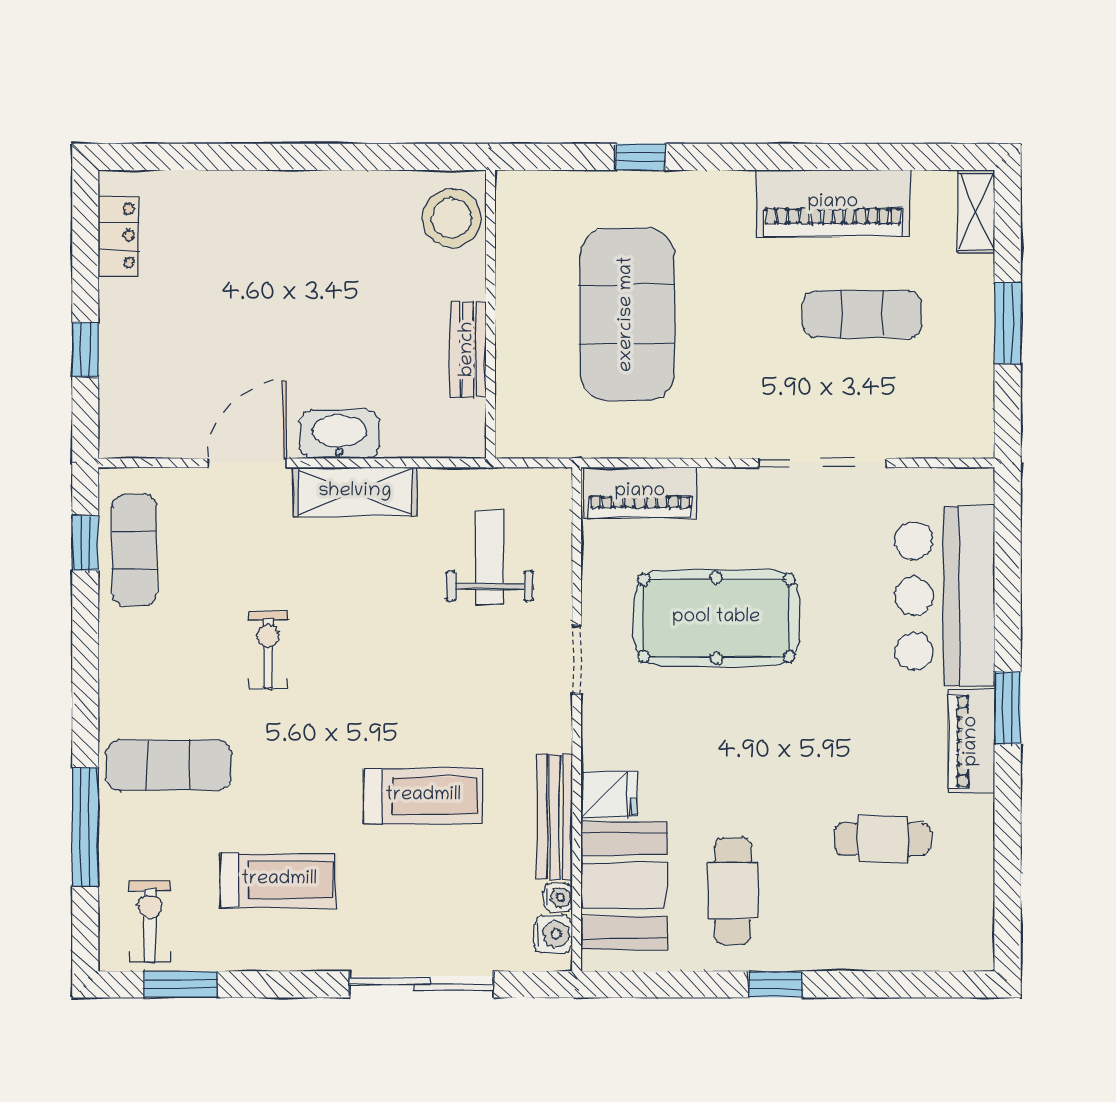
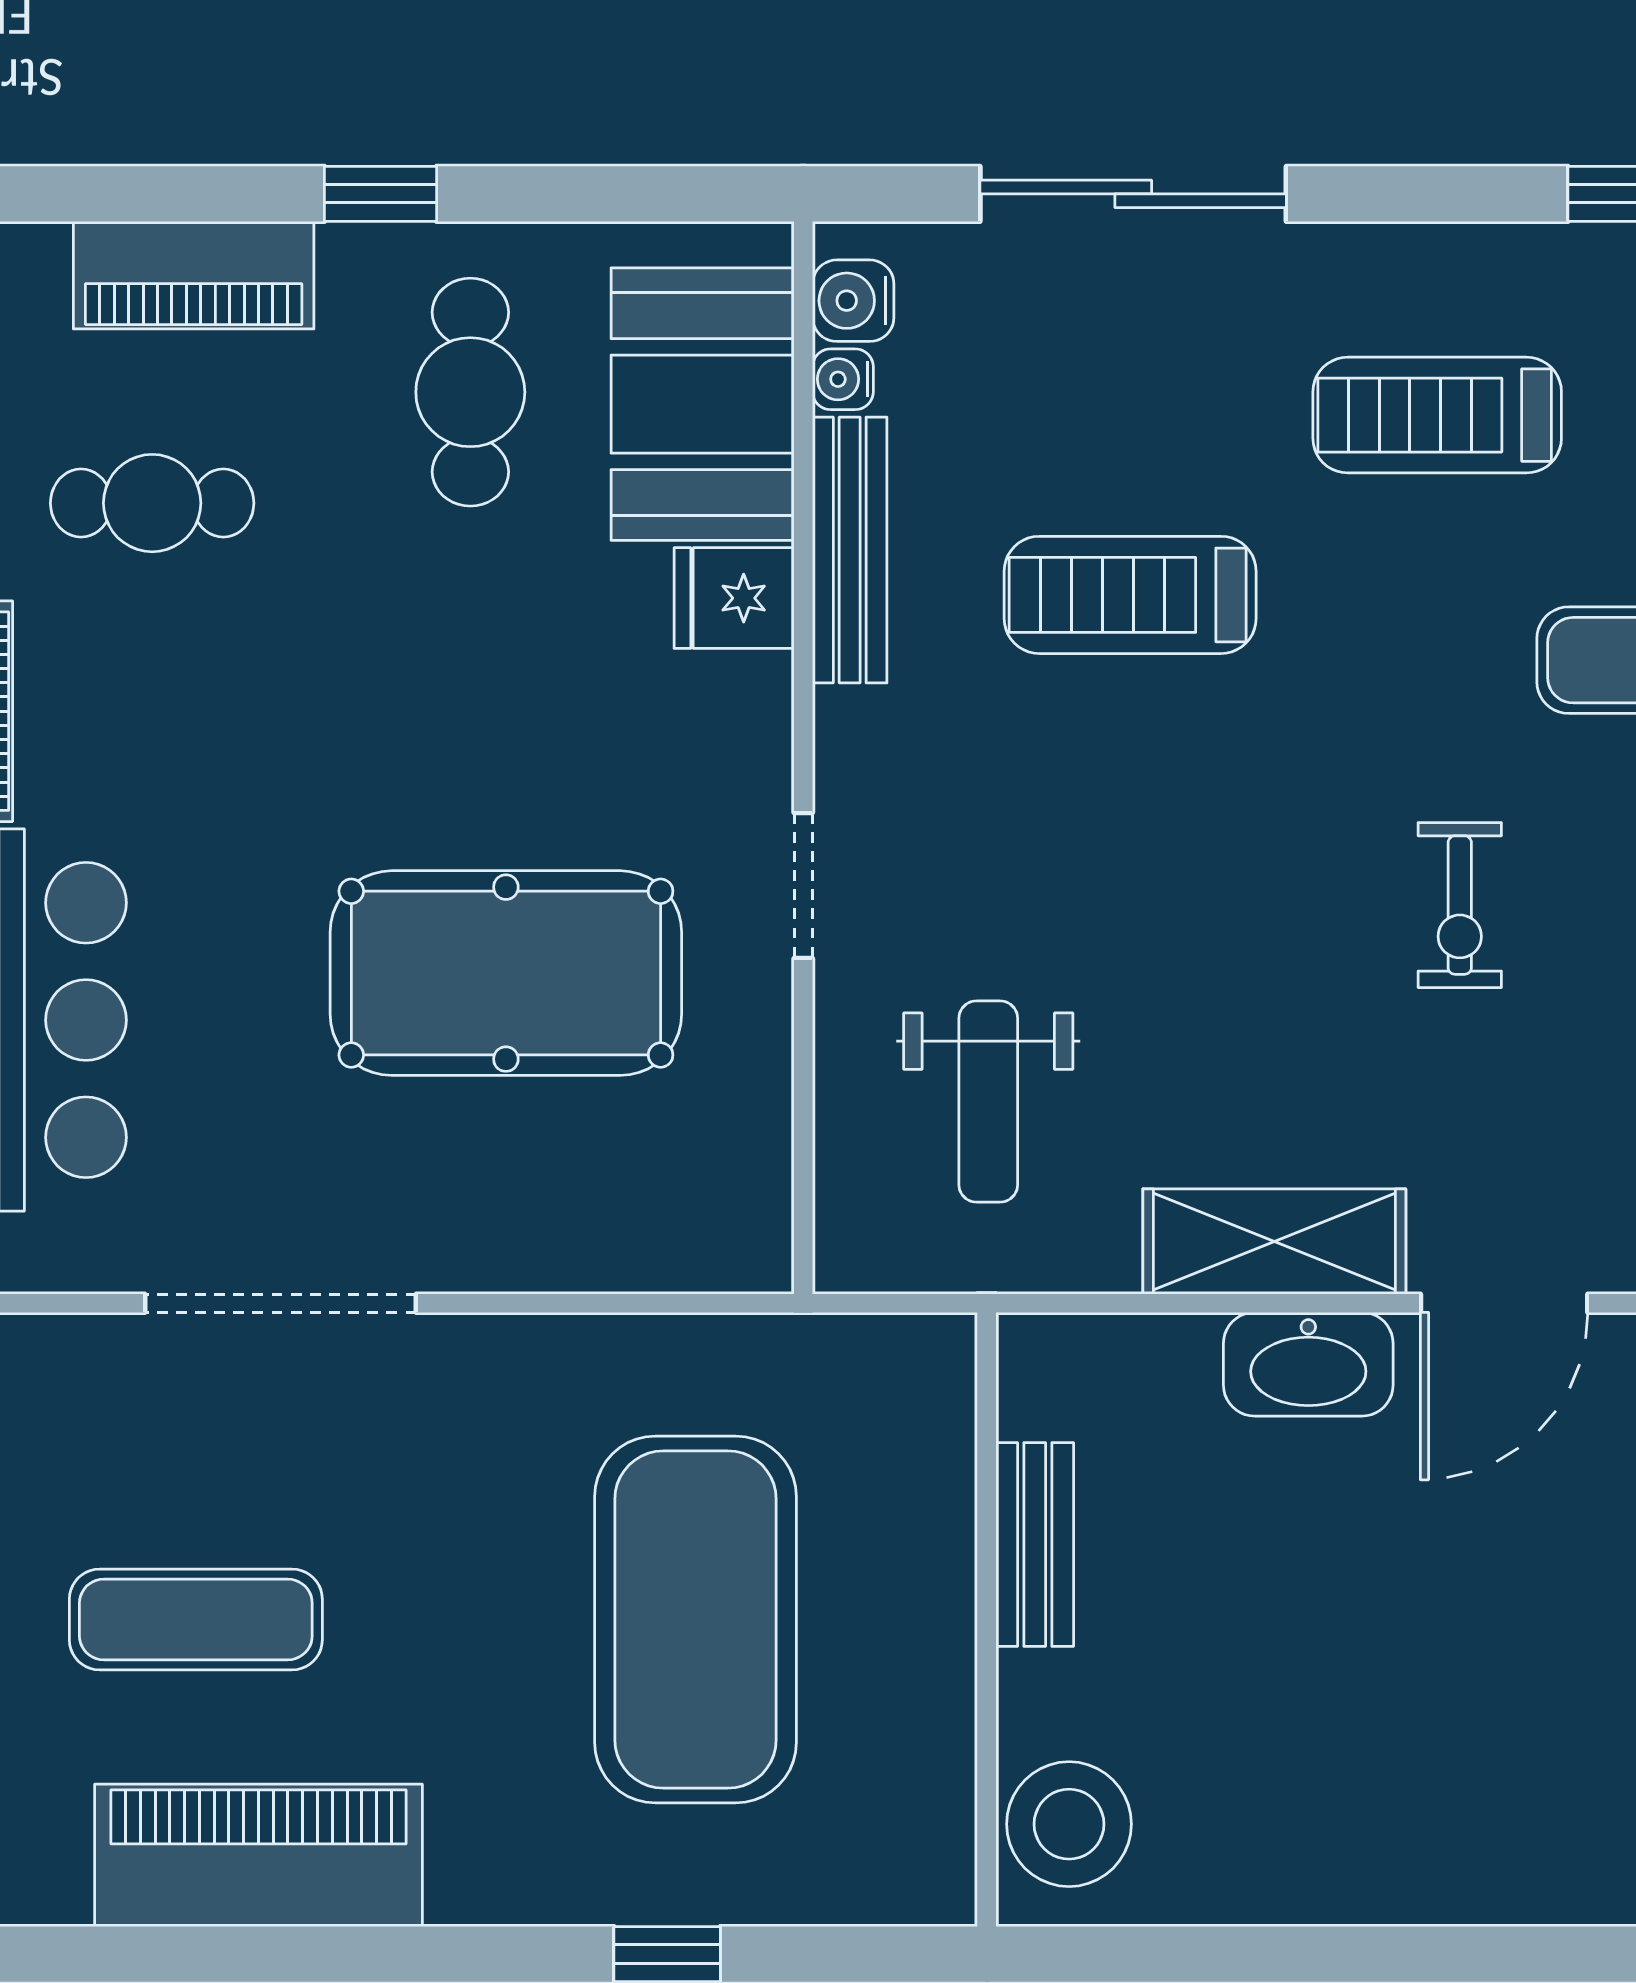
piano: (640, 492) -> (194, 275), moved, turned 180

